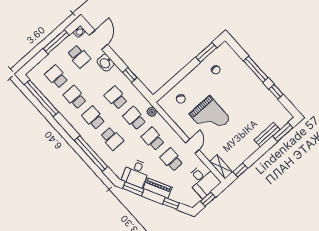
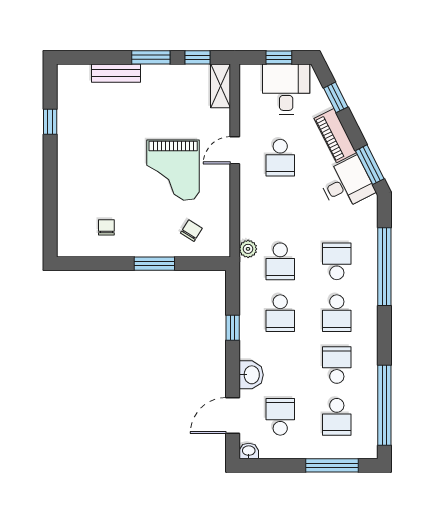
window: (56, 42) -> (332, 465), moved
window: (206, 52) -> (154, 264), moved
window: (256, 69) -> (50, 178), removed
school desk: (75, 97) -> (337, 365), turned 180
grand piano: (210, 116) -> (173, 170), turned 180
window: (283, 132) -> (151, 57), moved
school desk: (153, 139) -> (280, 210), removed
desk: (203, 181) -> (286, 89), moved

